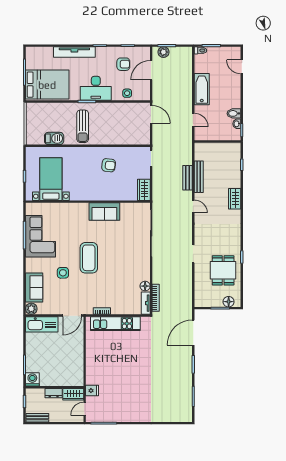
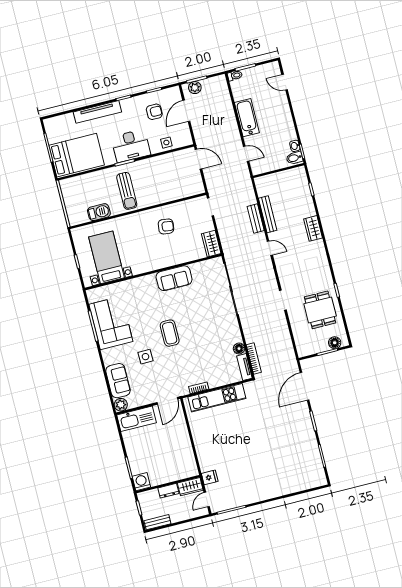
bidet: (234, 113) -> (294, 158), moved
coffee table: (89, 258) -> (170, 333), width x0.73, depth x0.76

